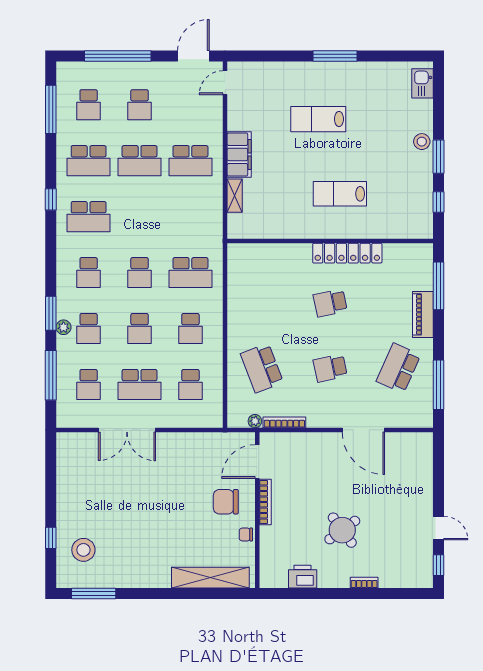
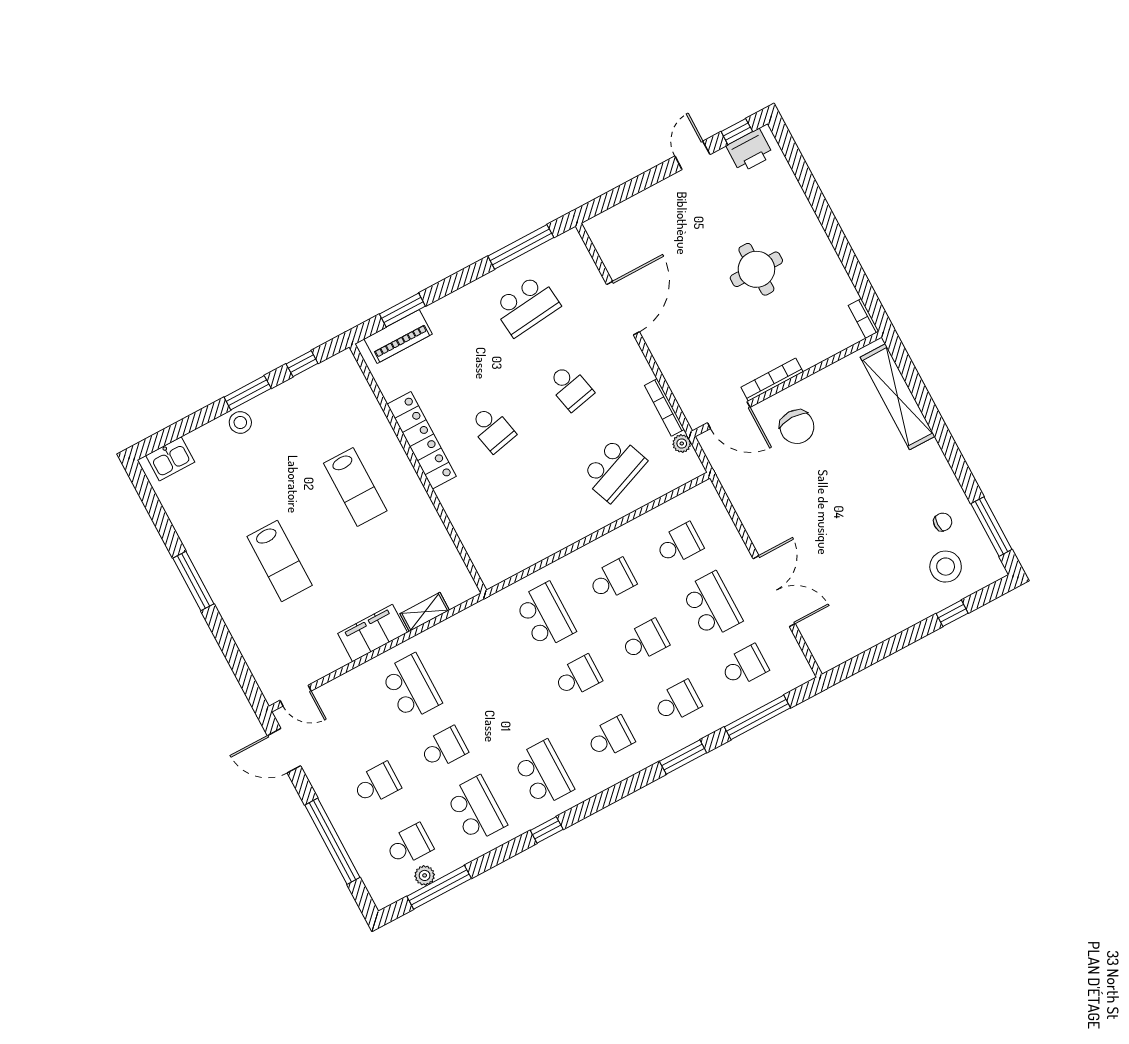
school desk: (140, 161) -> (444, 748), width x0.54
window: (439, 286) -> (402, 310), width x0.69
piano: (423, 314) -> (398, 336), moved
plant: (63, 327) -> (425, 875), moved
school desk: (399, 368) -> (526, 306), turned -30
round table: (342, 530) -> (756, 269), turned 36
chair: (246, 534) -> (943, 522), moved, turned -90
printer: (303, 577) -> (750, 151), moved, turned -90
bookcase: (364, 583) -> (864, 318), moved

